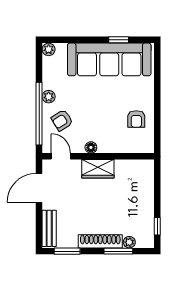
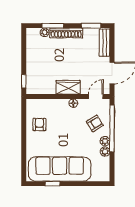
plant: (49, 49) -> (105, 152), moved
door: (61, 156) -> (96, 97), swing flipped
window: (157, 226) -> (24, 81), moved

